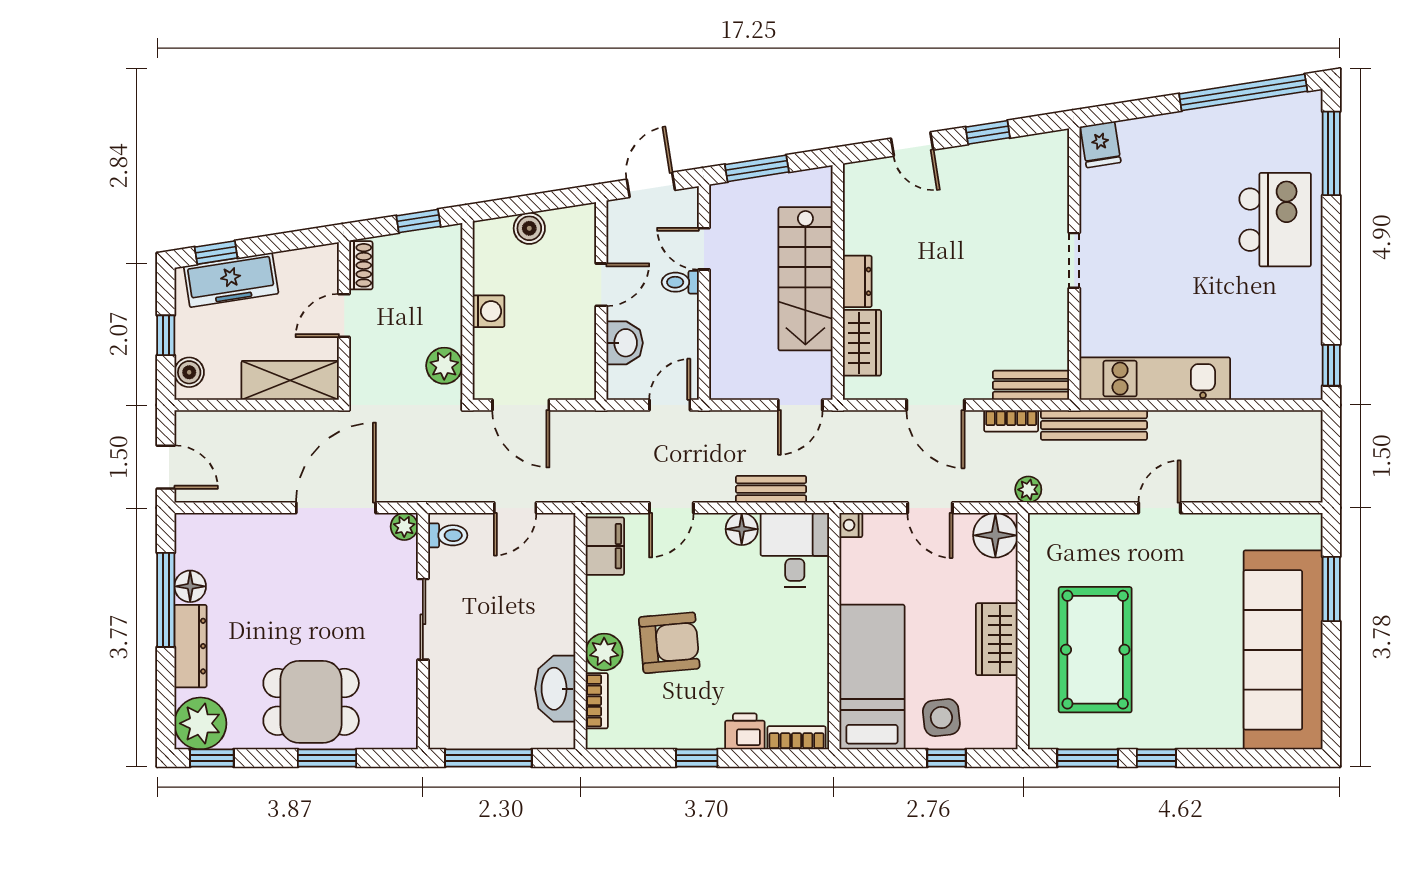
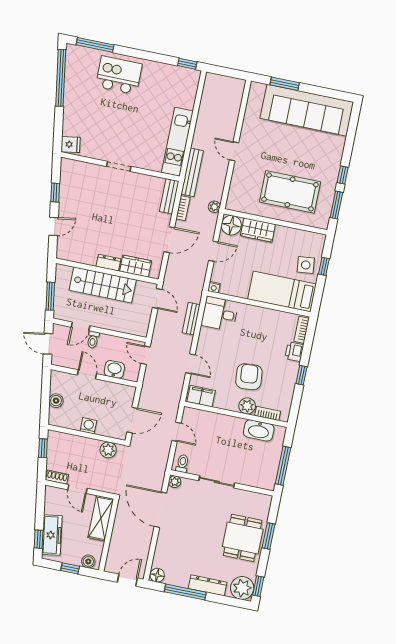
floor lamp: (742, 529) -> (206, 335), removed
floor lamp: (190, 586) -> (157, 575), moved
wardrobe: (997, 639) -> (258, 230), moved

